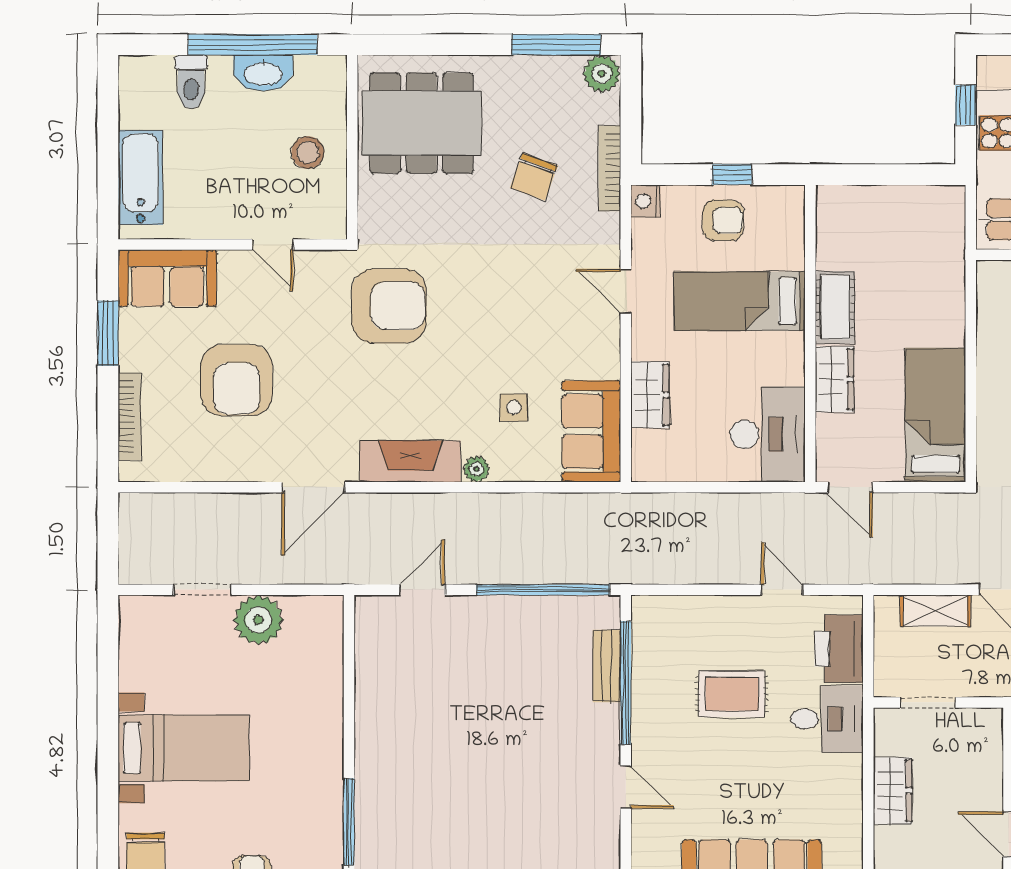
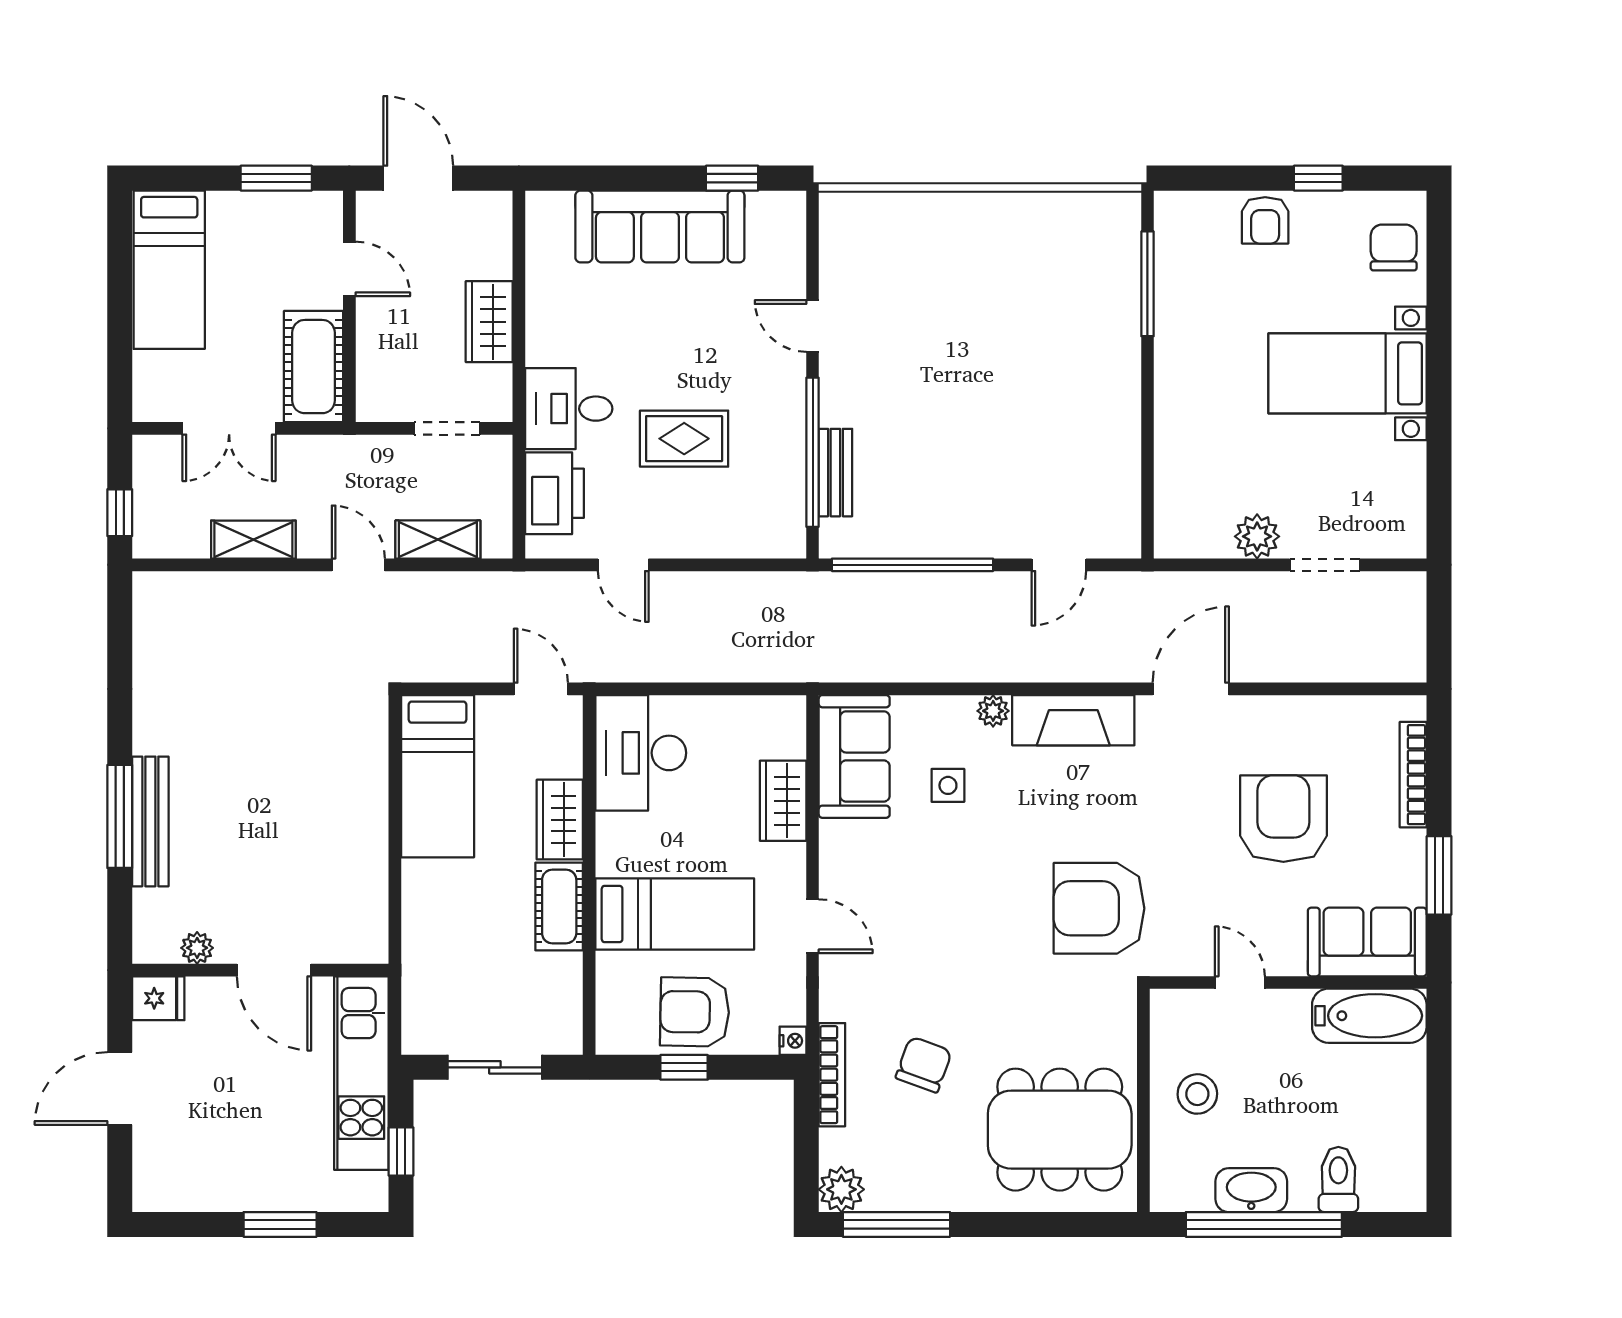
sliding door: (888, 175) -> (495, 1067), added
bathtub: (141, 178) -> (1369, 1016), moved, turned -90
nightstand: (646, 201) -> (793, 1041), width x0.72, depth x0.74
armchair: (723, 220) -> (695, 1012), width x1.38, depth x1.38
plant: (258, 620) -> (1257, 536), width x0.73, depth x0.73

